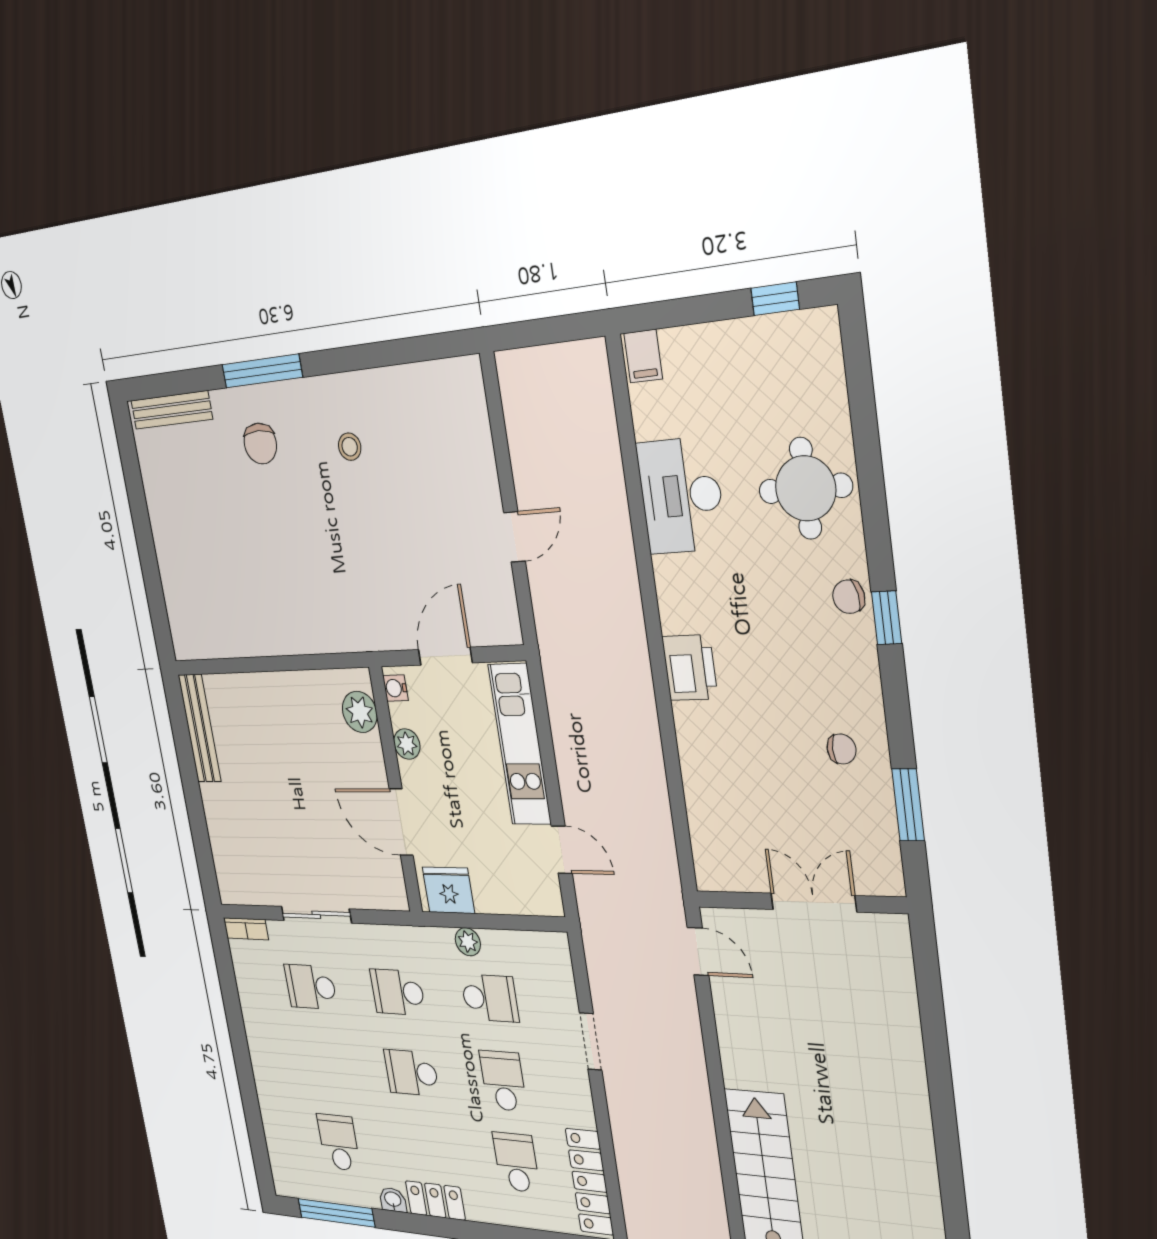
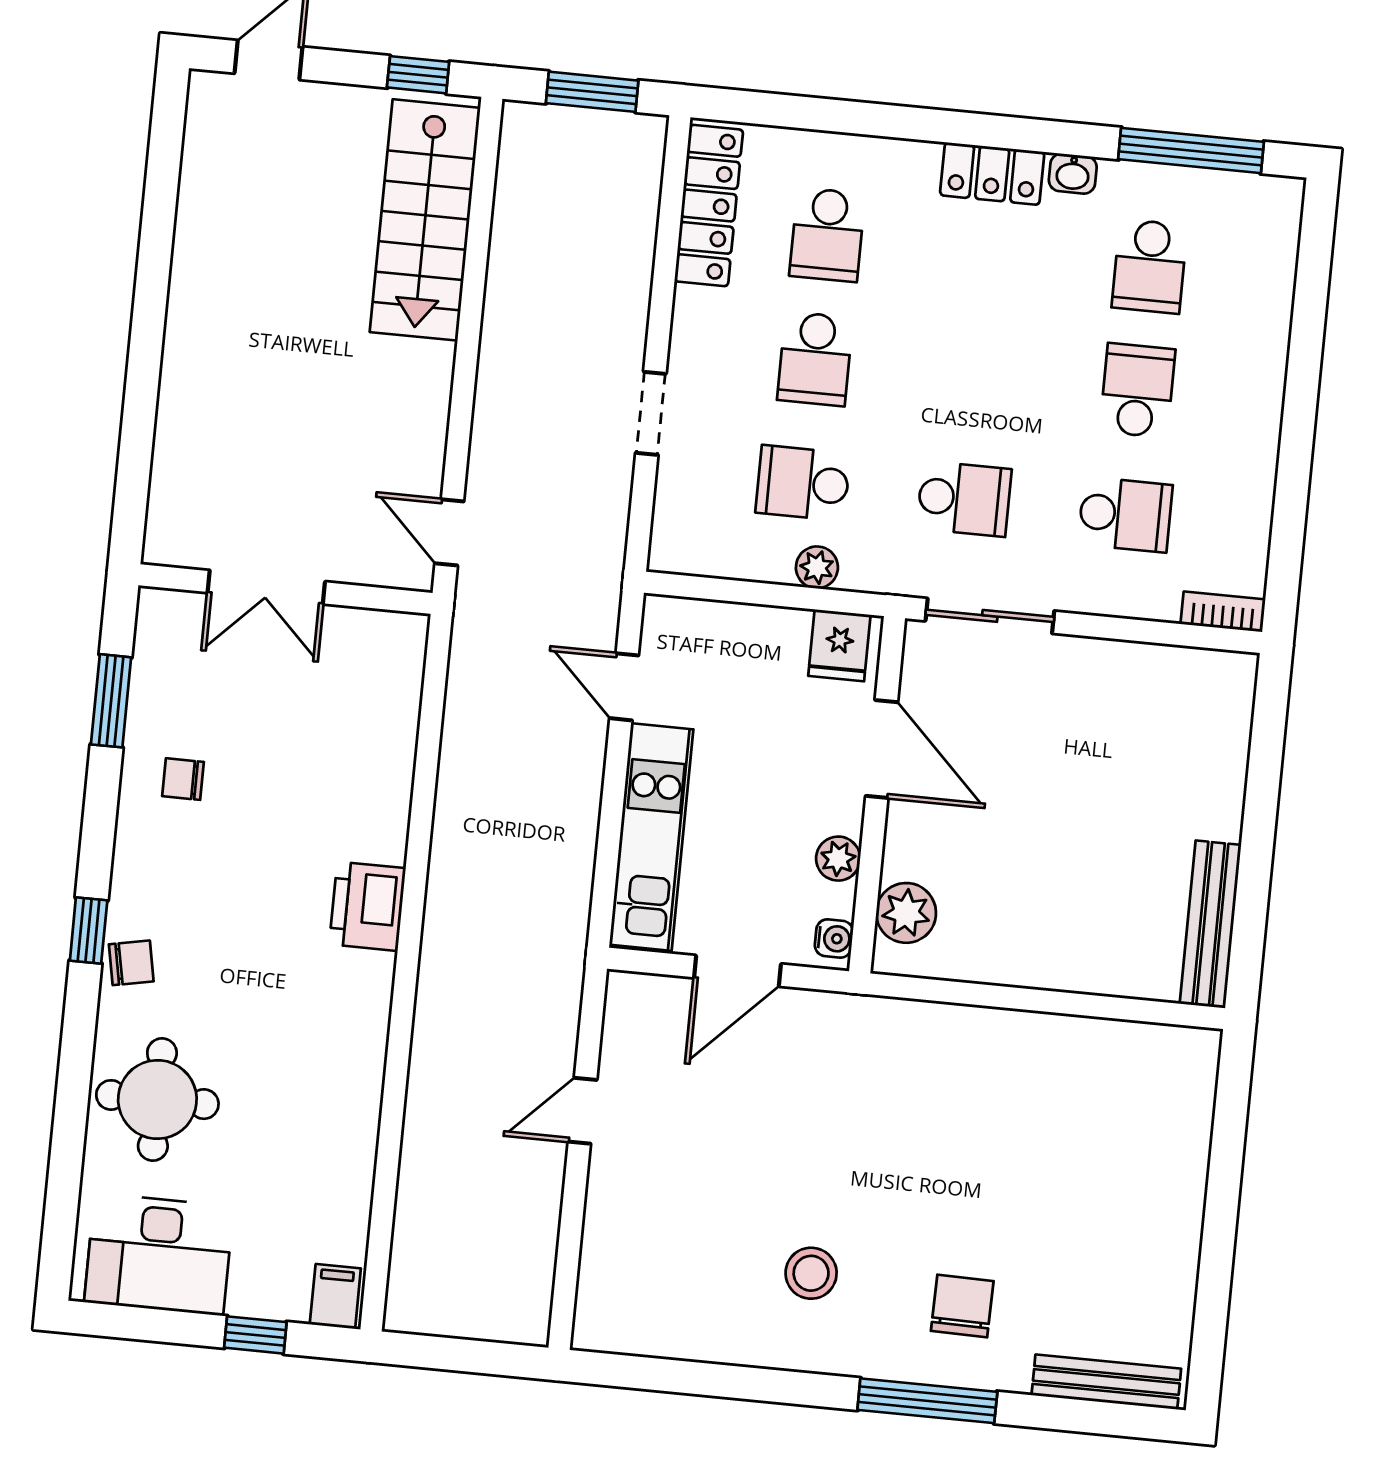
window: (775, 299) -> (255, 1335), moved
stool: (350, 447) -> (811, 1273), width x1.37, depth x1.37
desk: (681, 496) -> (159, 1254), moved, turned 90
fridge: (448, 890) -> (839, 645), width x0.72
sliding door: (316, 915) -> (990, 616), moved
school desk: (411, 1073) -> (1137, 390), moved, turned -90

